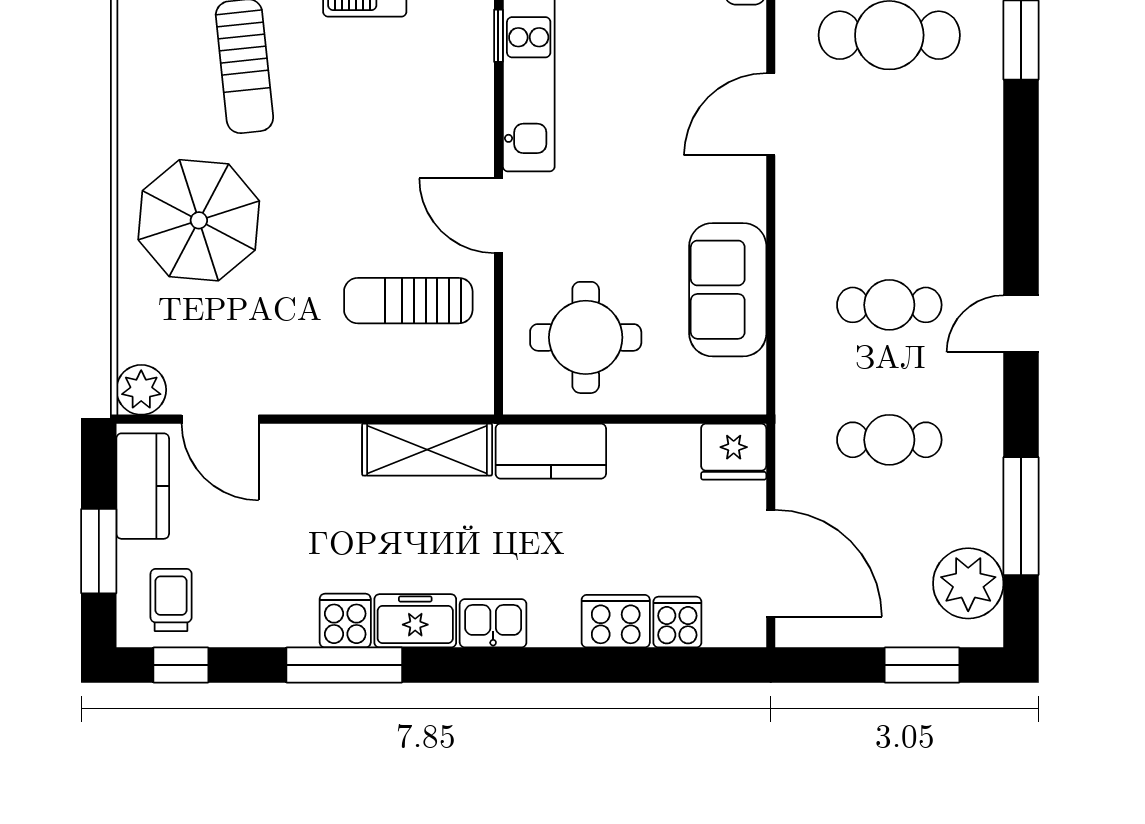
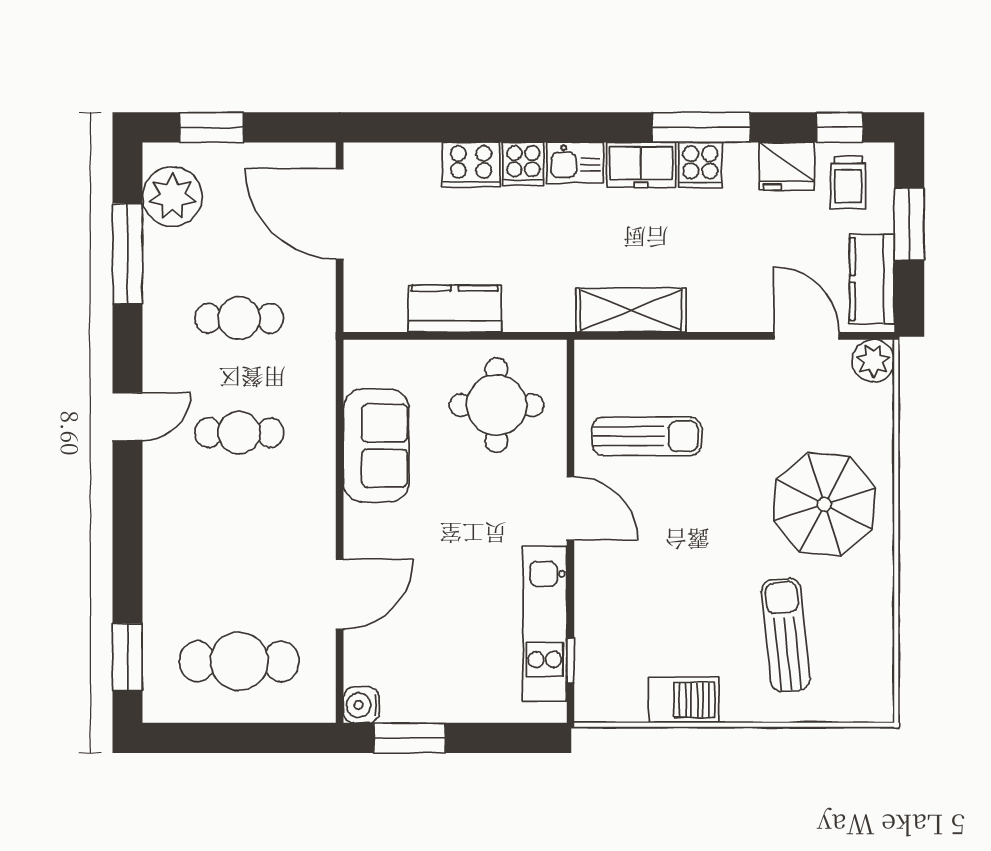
kitchen counter: (551, 451) -> (455, 309), moved
fridge: (734, 452) -> (787, 166), moved, turned 180
cooker: (677, 622) -> (523, 164), moved

